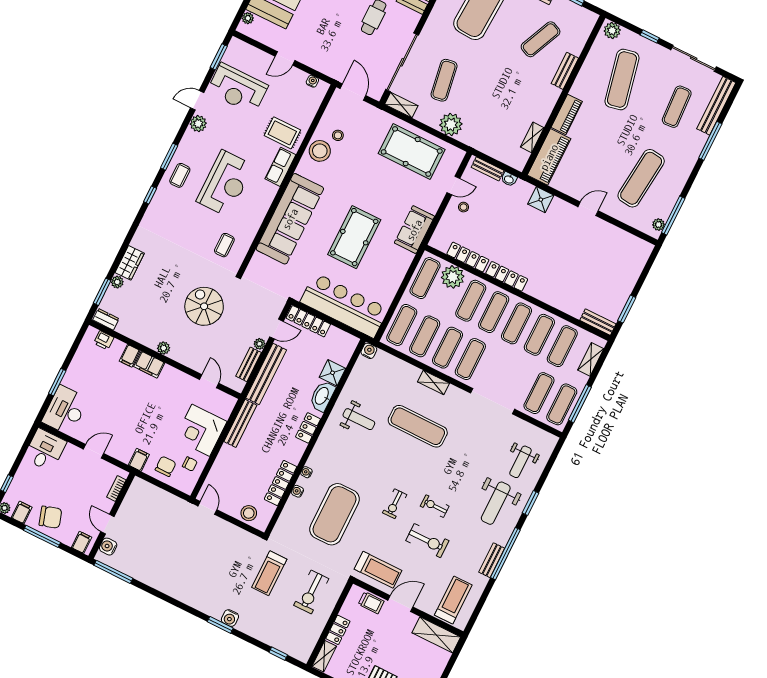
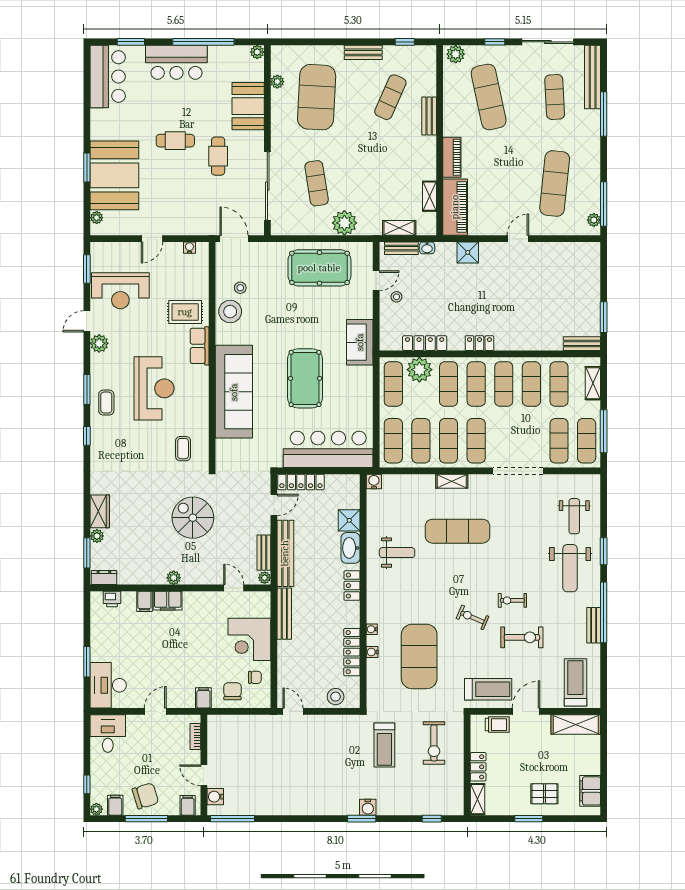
shelving: (401, 105) -> (399, 228), moved
locker: (507, 276) -> (479, 343), width x0.66
plant: (259, 344) -> (265, 578), moved
exercise bike: (395, 504) -> (472, 617), turned 113

